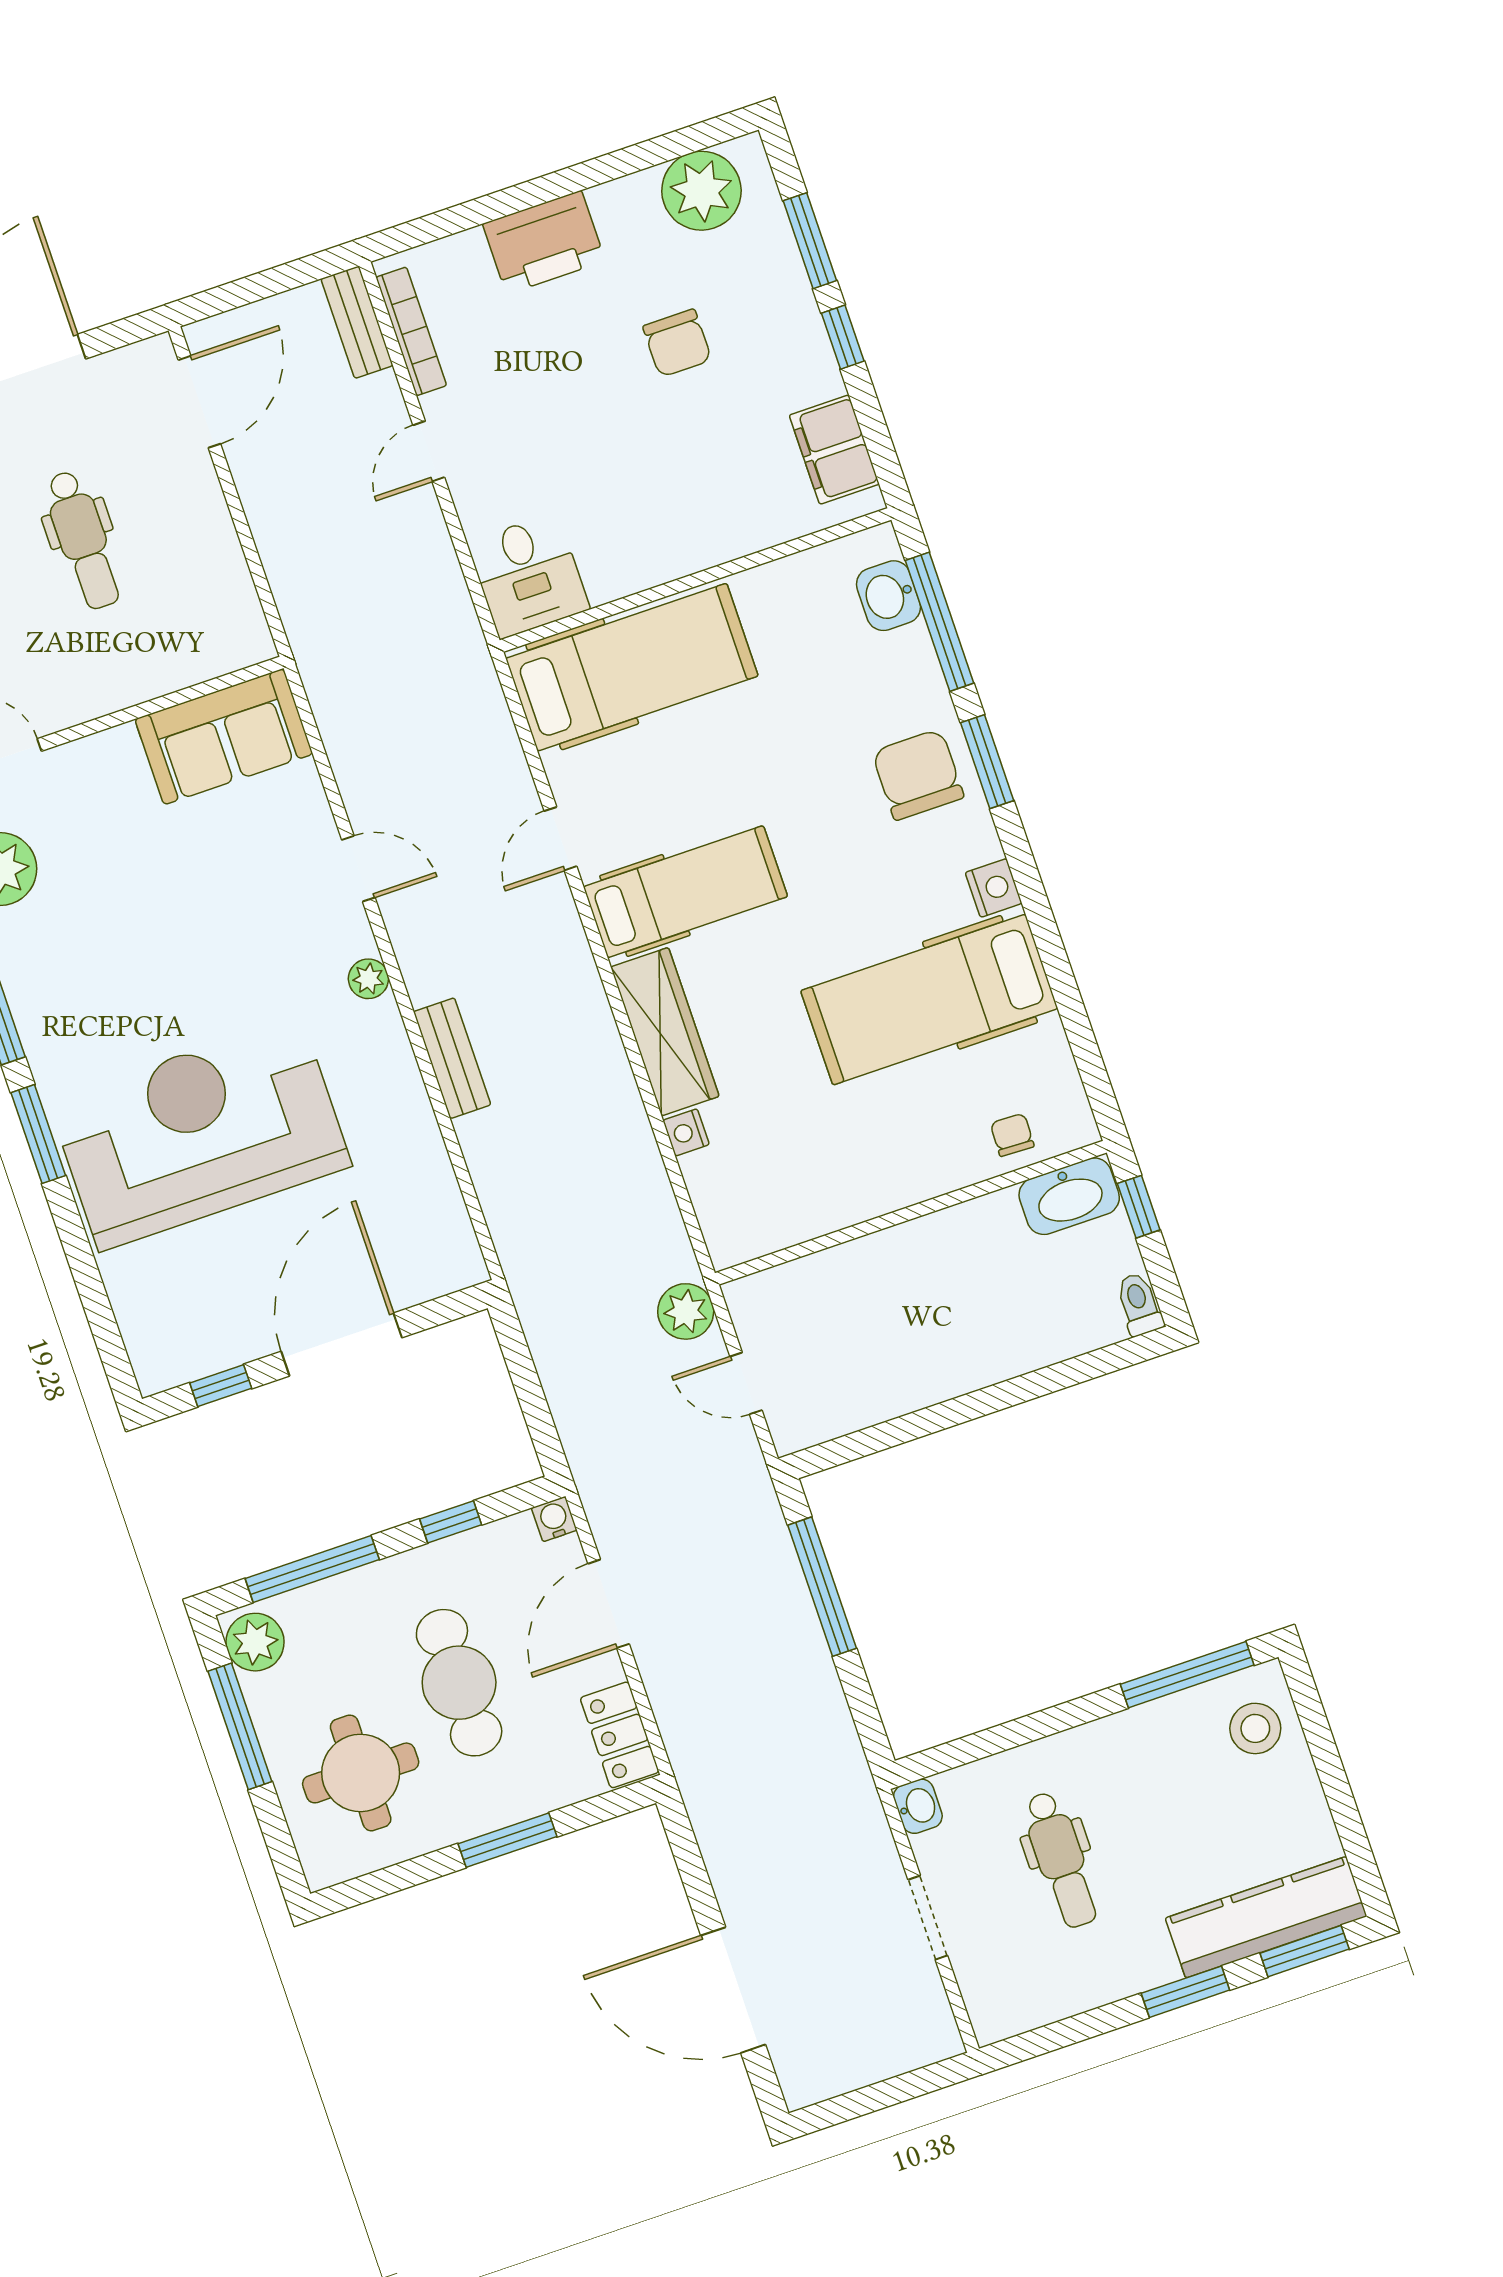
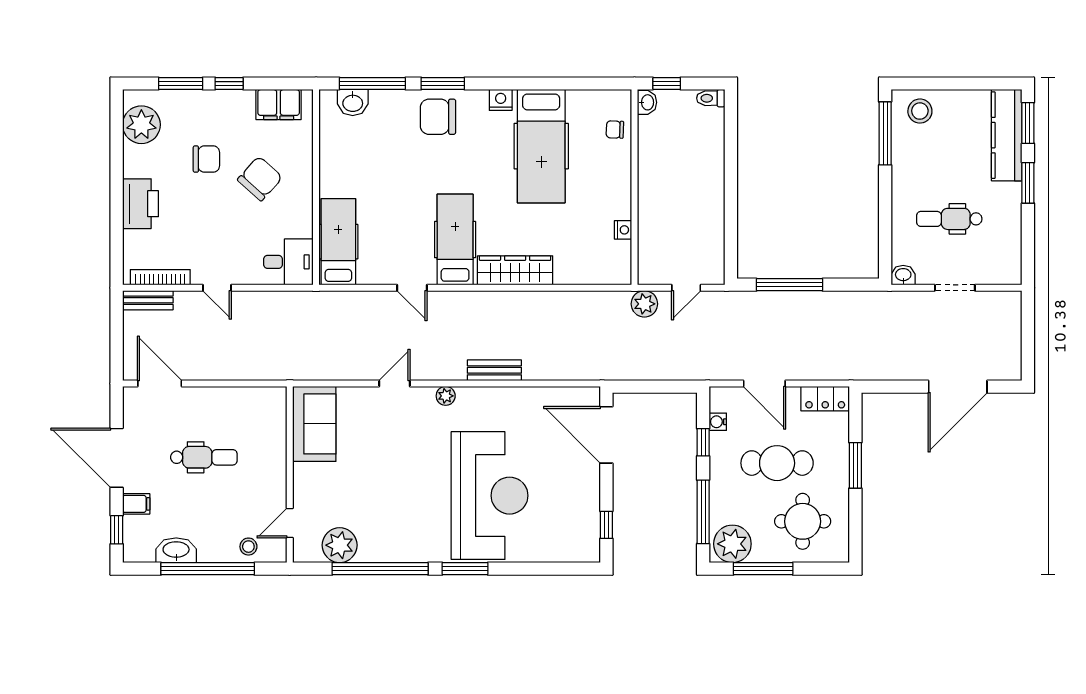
chair: (675, 463) -> (260, 179), added
hospital bed: (632, 667) -> (338, 242), width x0.73, depth x0.78
nightstand: (686, 1132) -> (623, 230), moved, turned -90
reception desk: (200, 1133) -> (490, 496), turned 180
washbasin: (1069, 1196) -> (647, 102), width x0.52, depth x0.69
door: (342, 1344) -> (606, 435), moved
water cooler: (554, 1519) -> (718, 422), moved
plant: (255, 1642) -> (732, 544), width x1.36, depth x1.36
dental chair: (1061, 1860) -> (949, 219), turned 180

